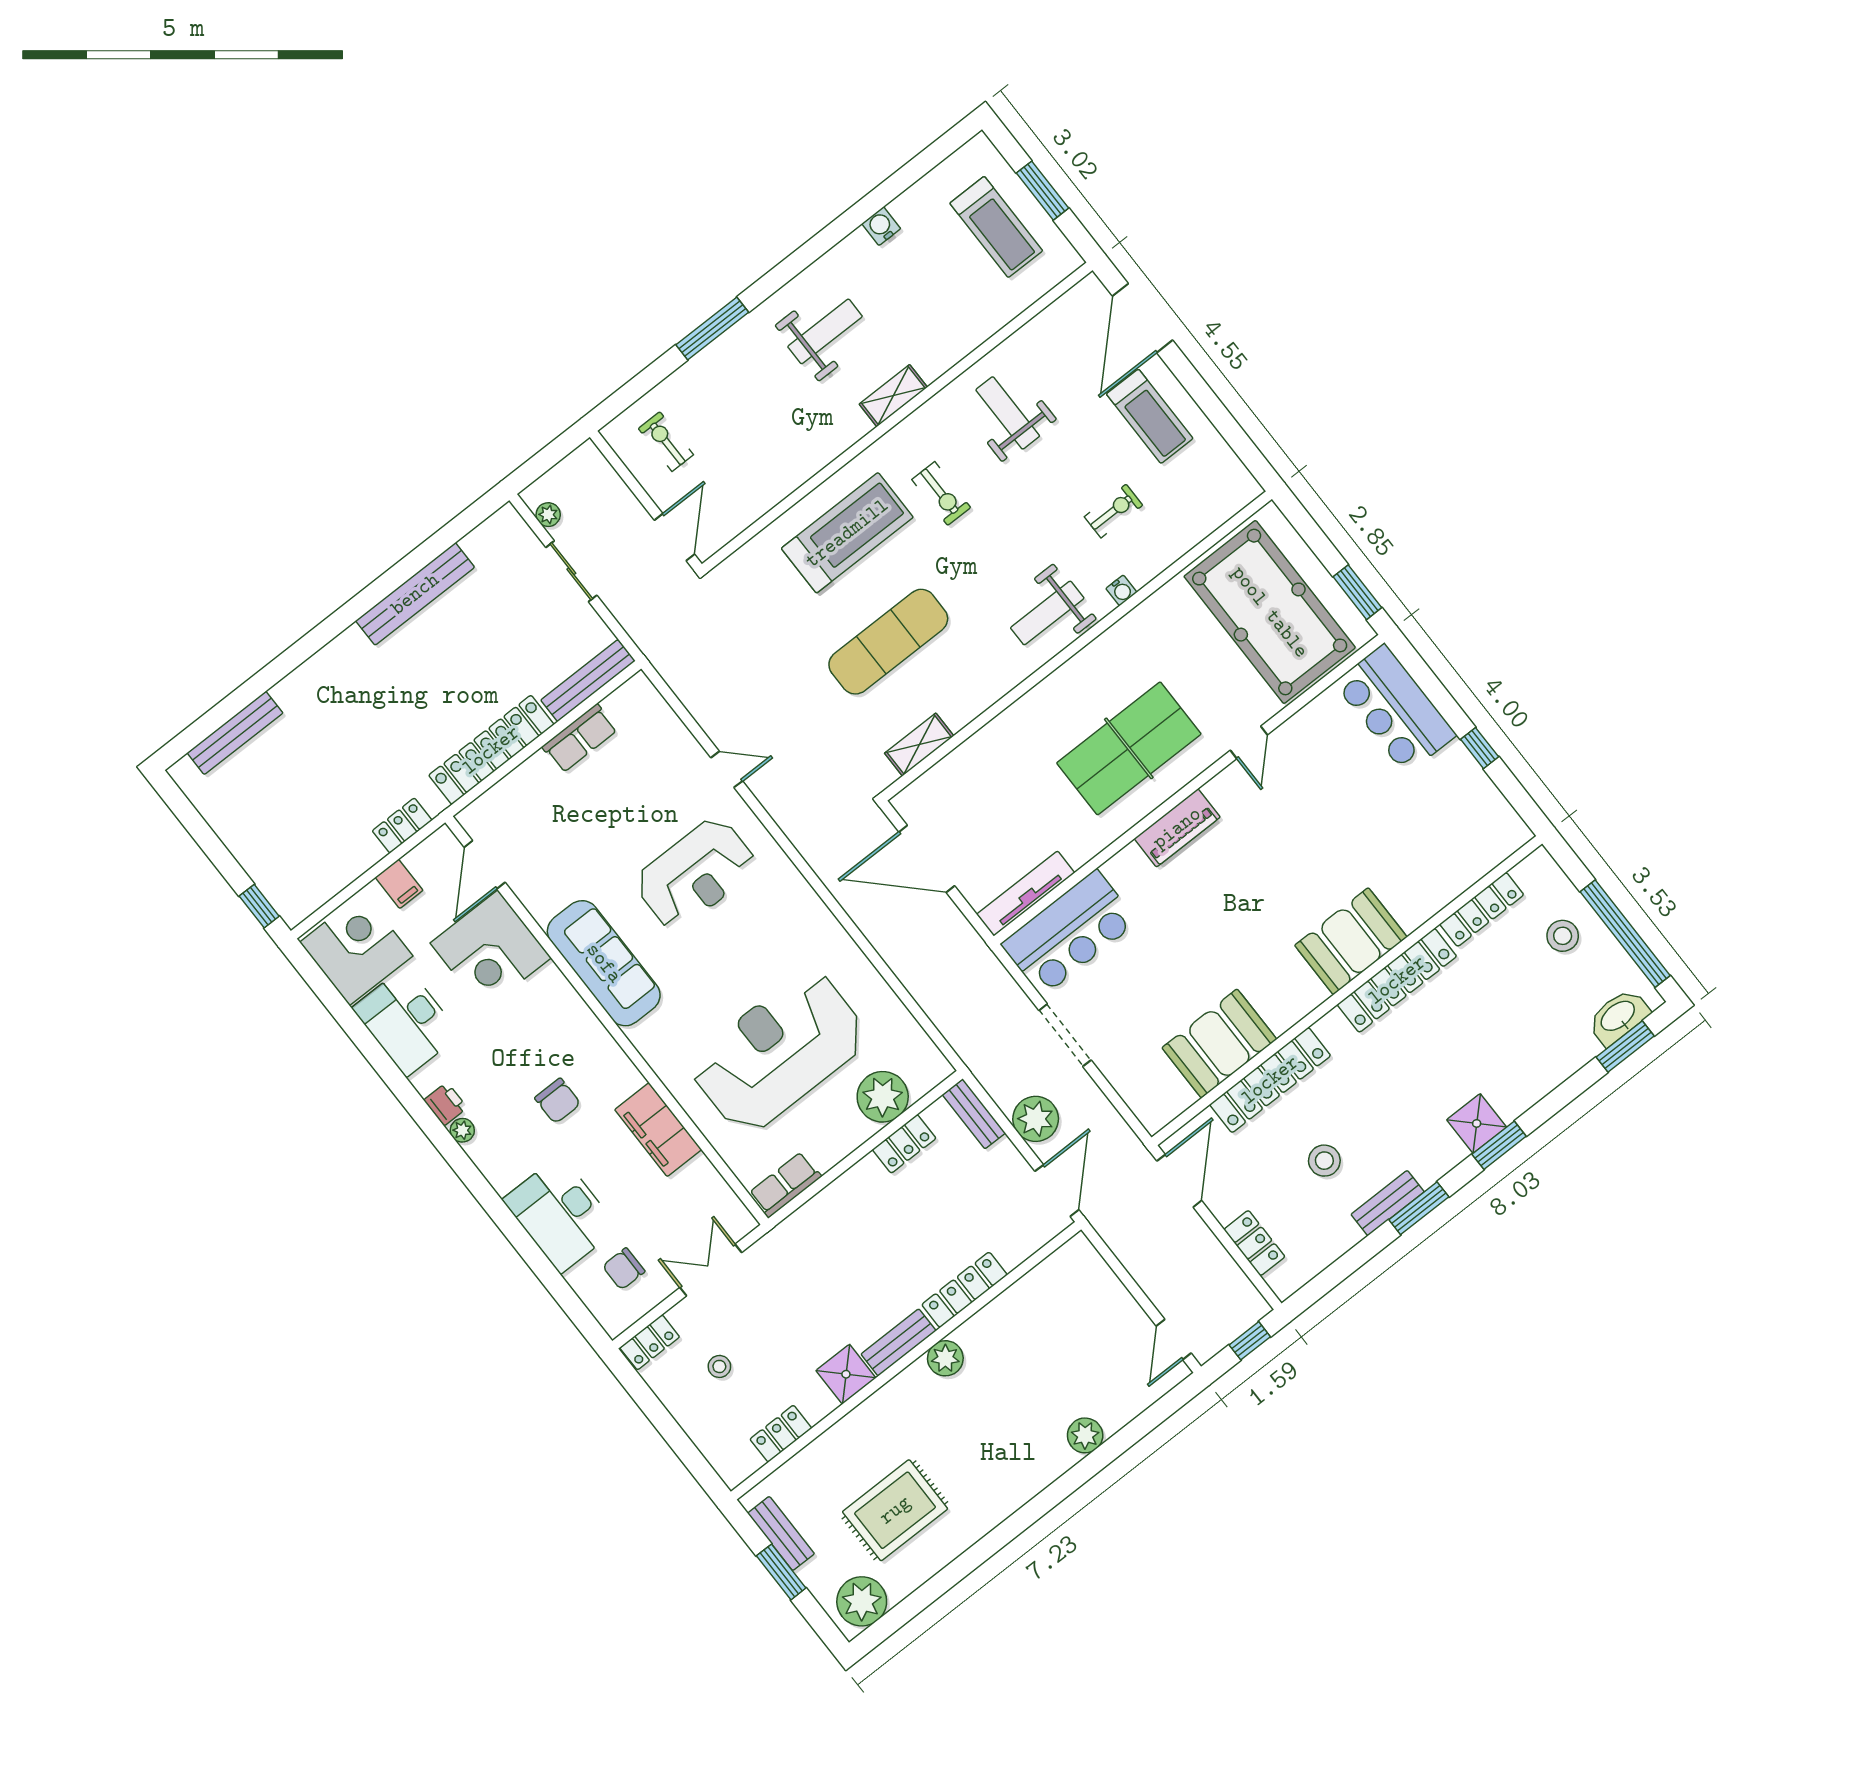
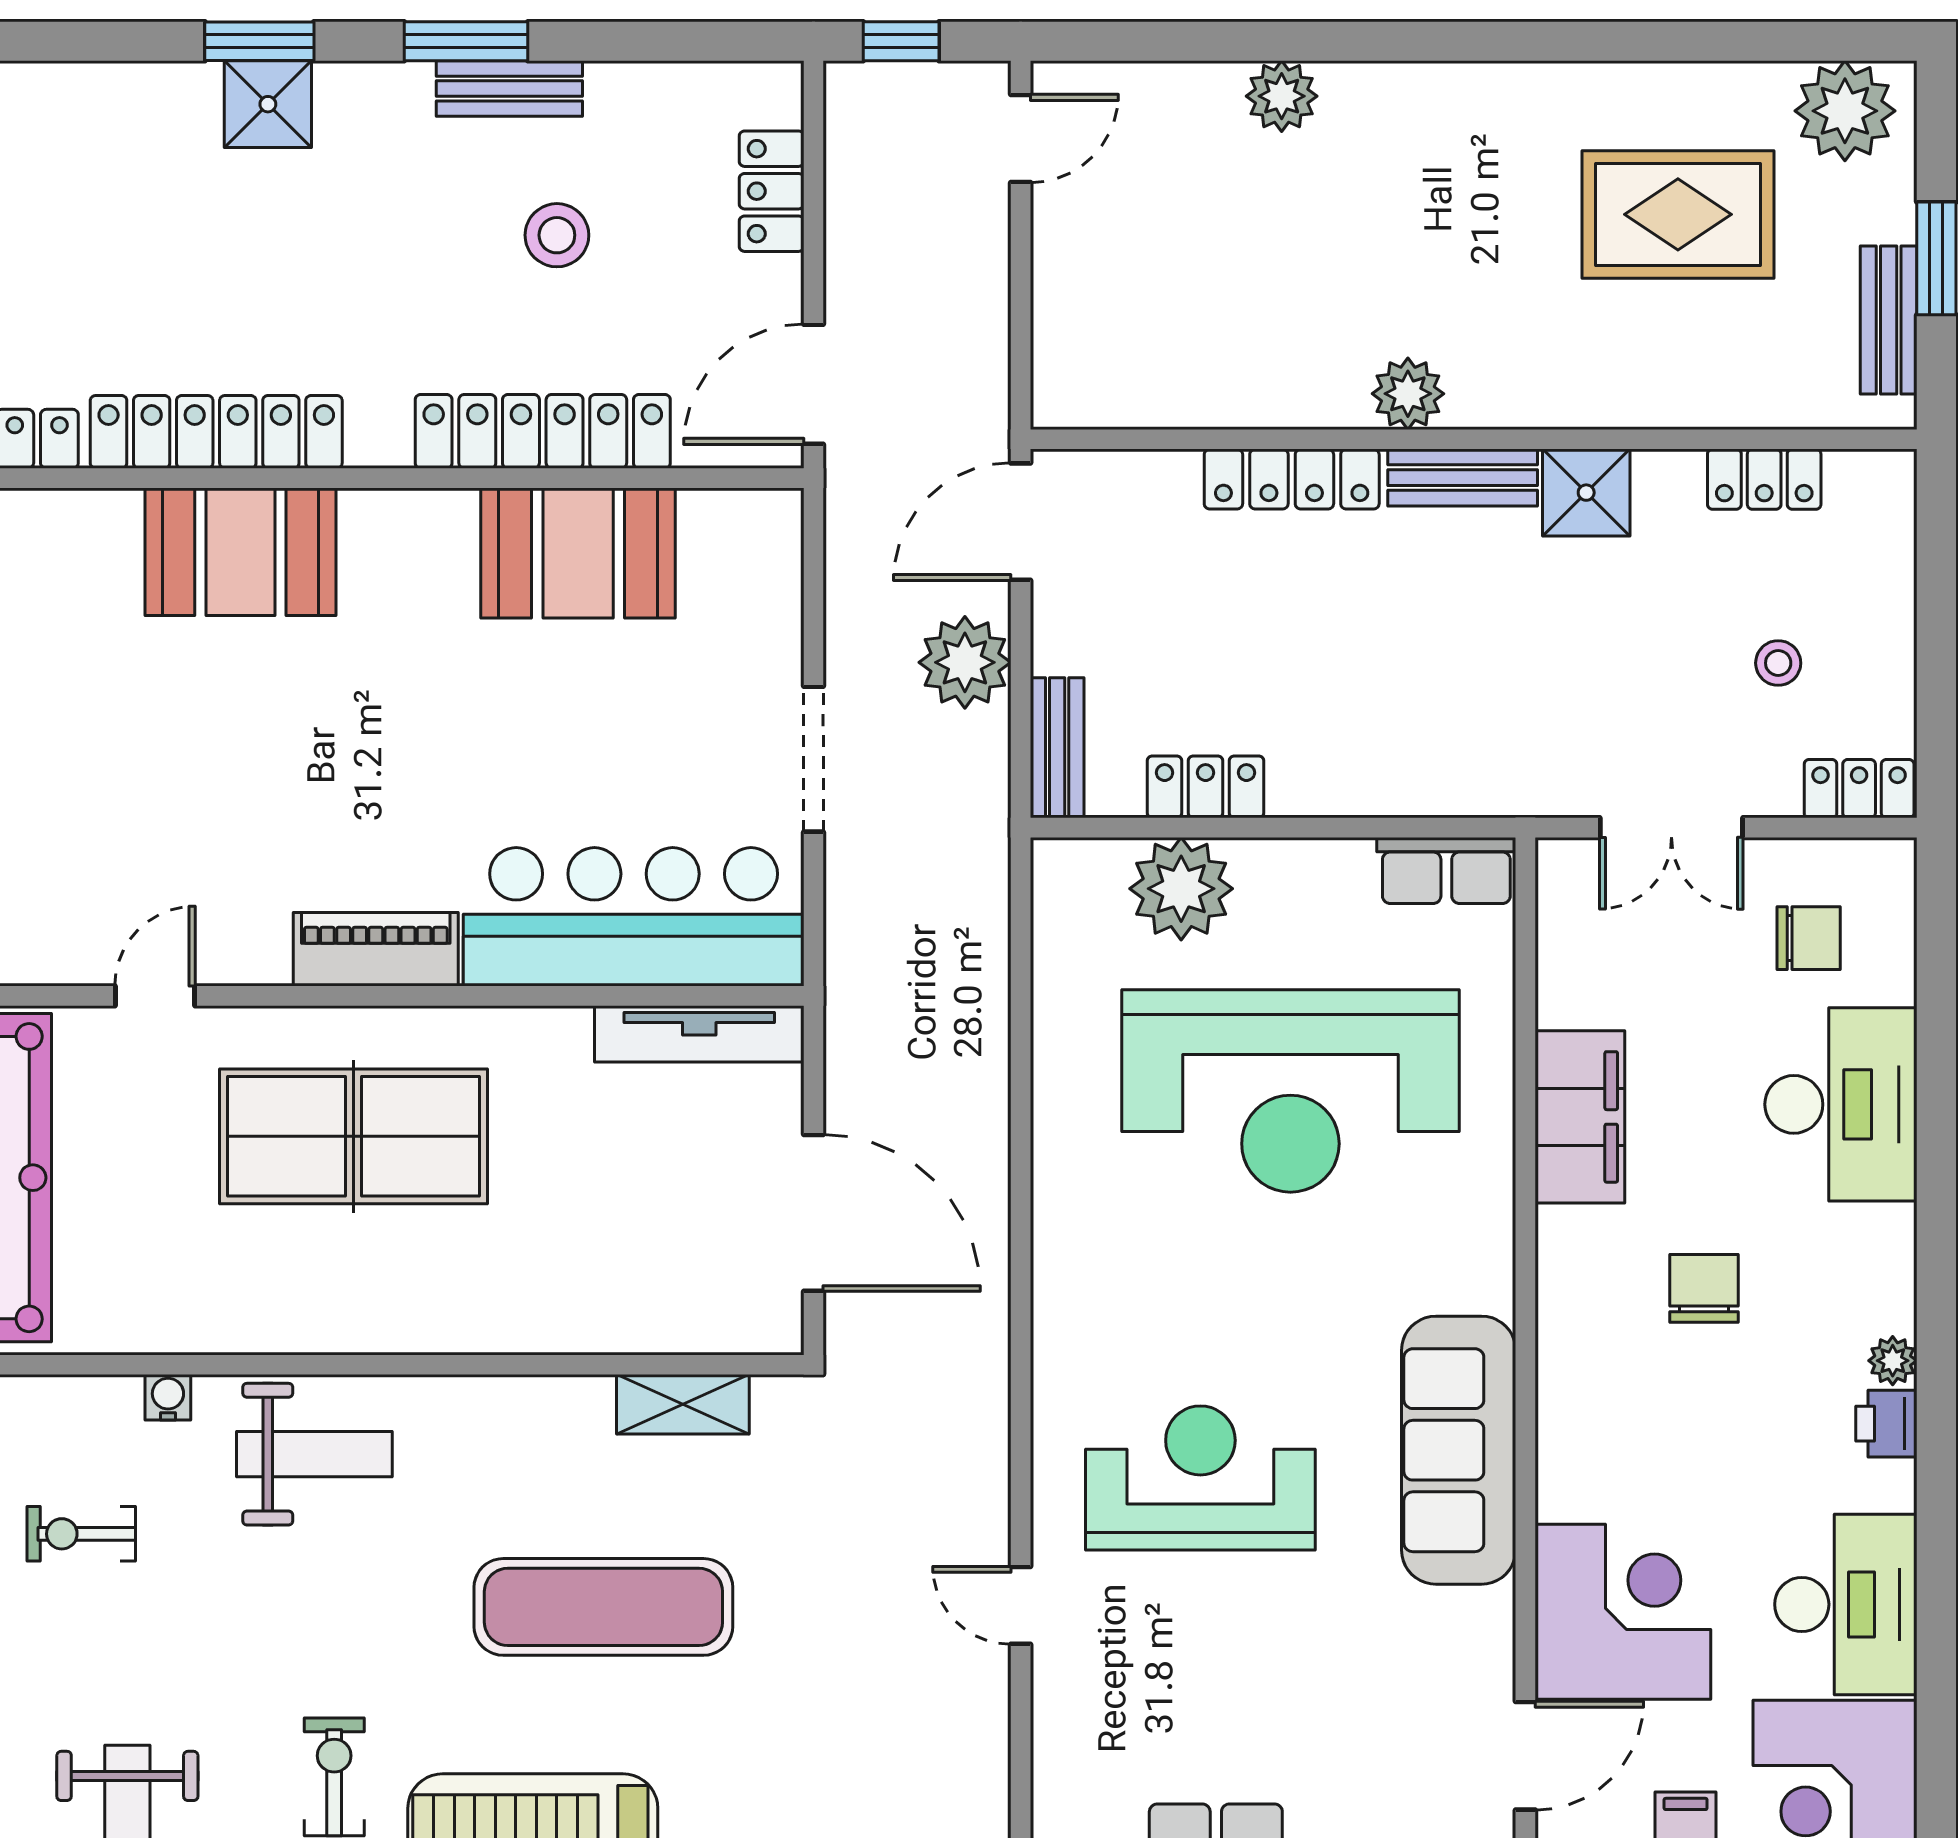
bar counter: (1069, 933) -> (634, 917), width x1.36

